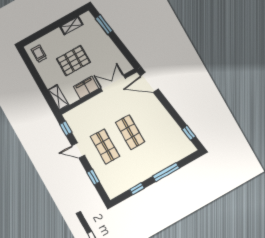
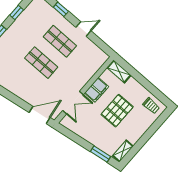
shelving: (71, 26) -> (123, 151), moved
window: (66, 128) -> (102, 45), removed

